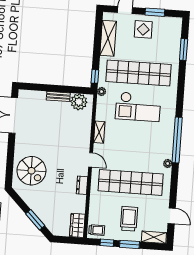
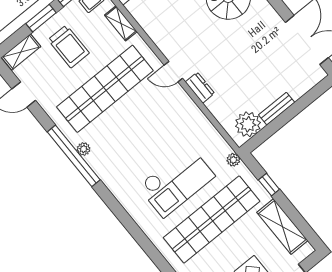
window: (95, 76) -> (269, 185), moved
checkout: (138, 107) -> (176, 181), turned 180
shelving: (99, 132) -> (121, 23), moved
window: (177, 140) -> (74, 156), moved
dresser: (82, 185) -> (200, 88), moved

